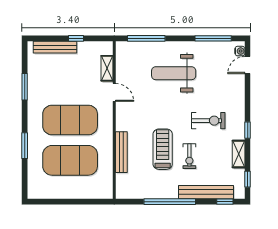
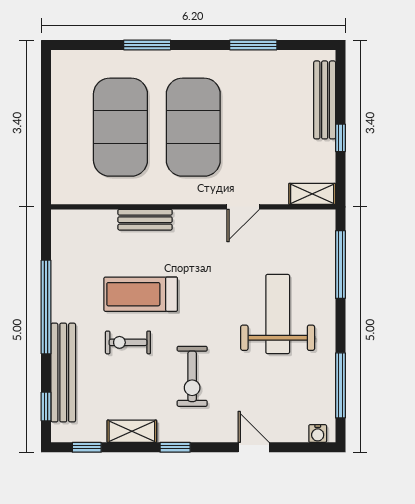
door: (248, 65) -> (254, 447), moved
shelving: (107, 68) -> (312, 194), moved
treadmill: (163, 149) -> (141, 294), turned 180
bench: (121, 152) -> (145, 220), width x0.73

